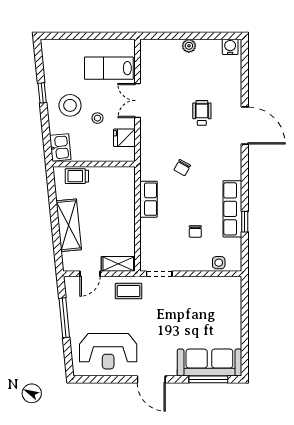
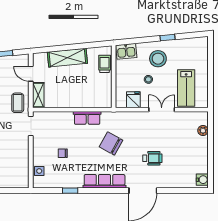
plant: (189, 46) -> (203, 131), moved
lab bench: (109, 68) -> (186, 88), turned 180
chair: (182, 168) -> (111, 143), width x1.87, depth x1.87
row of seats: (232, 209) -> (105, 181), moved

